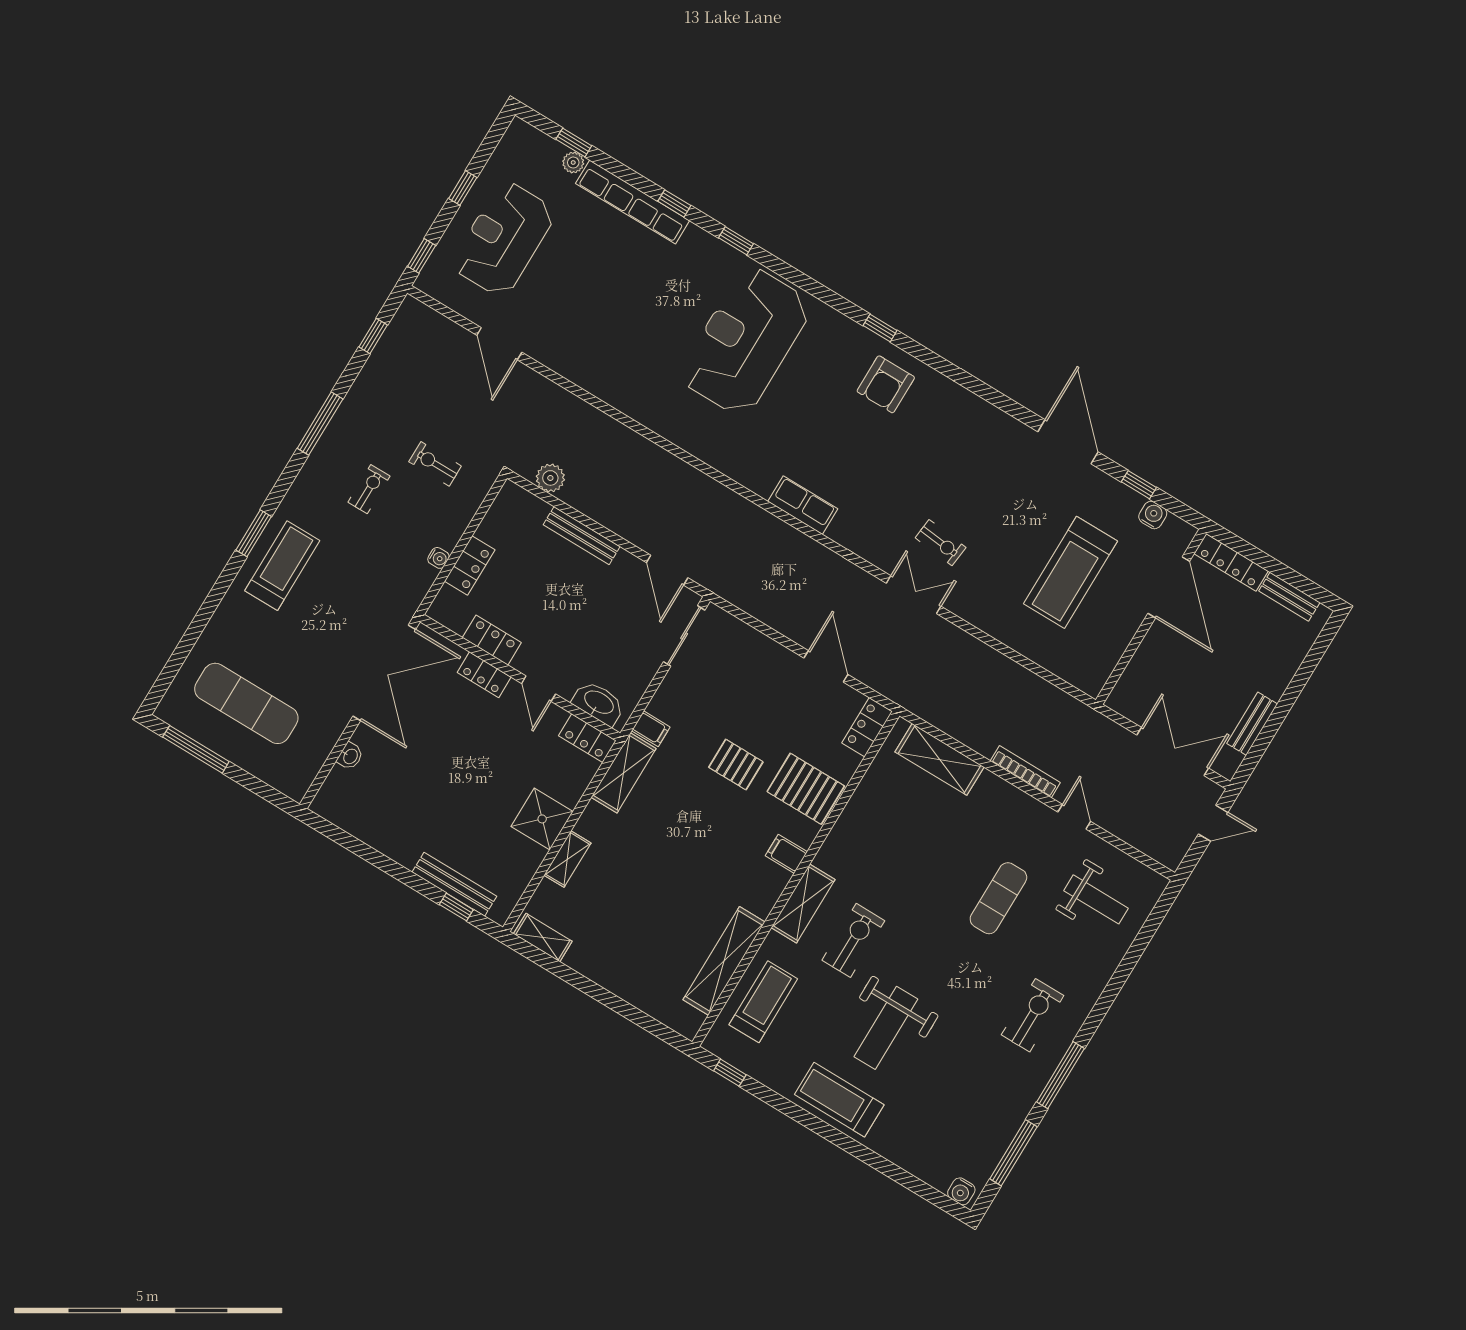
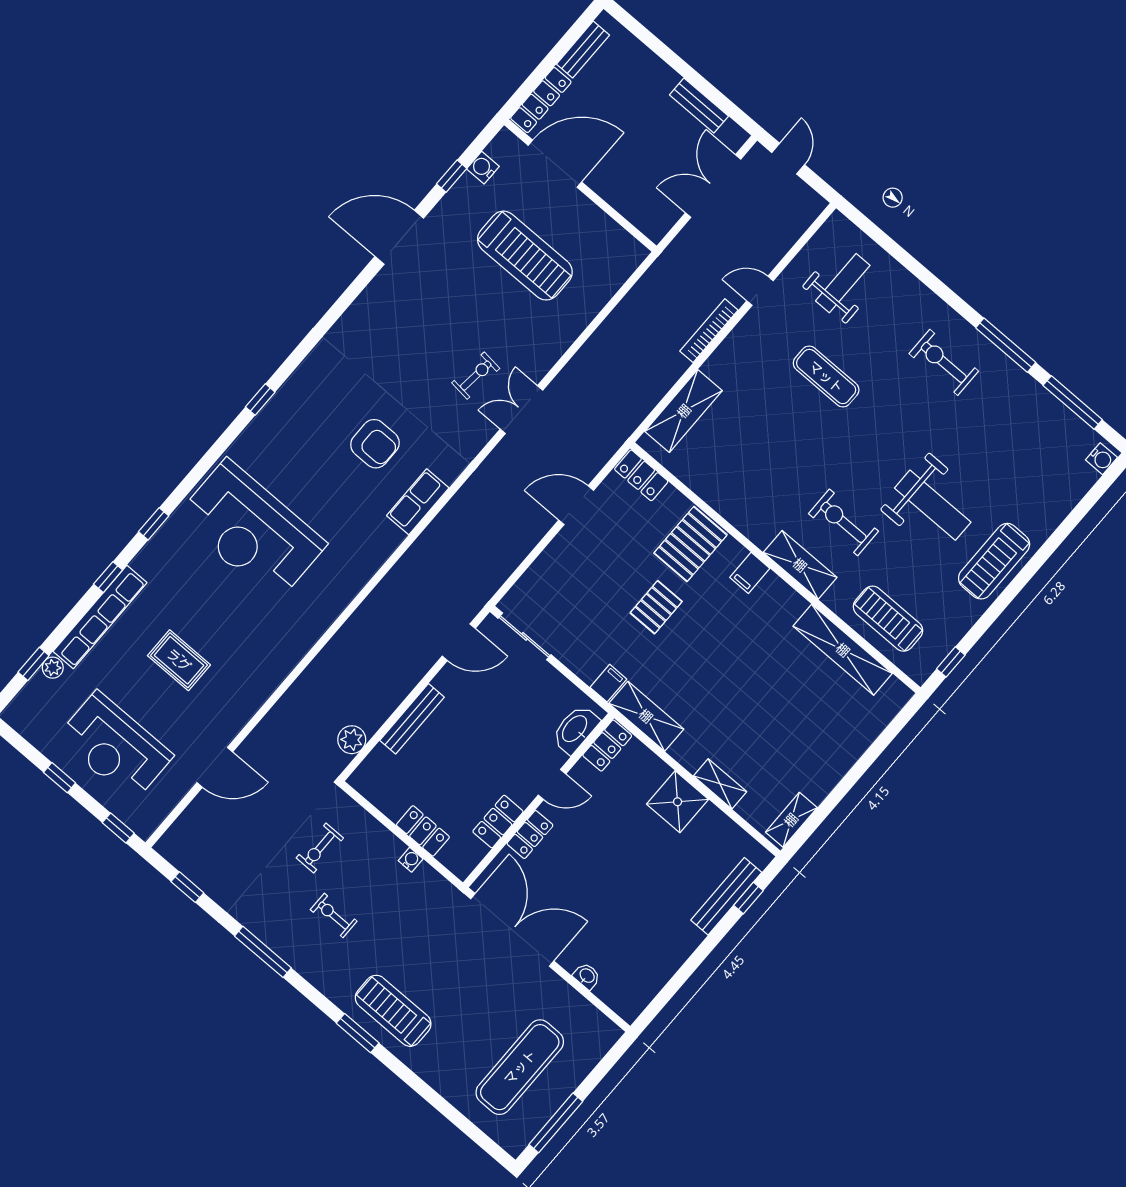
rug: (602, 289) -> (179, 660), added
armchair: (886, 384) -> (375, 444), moved

